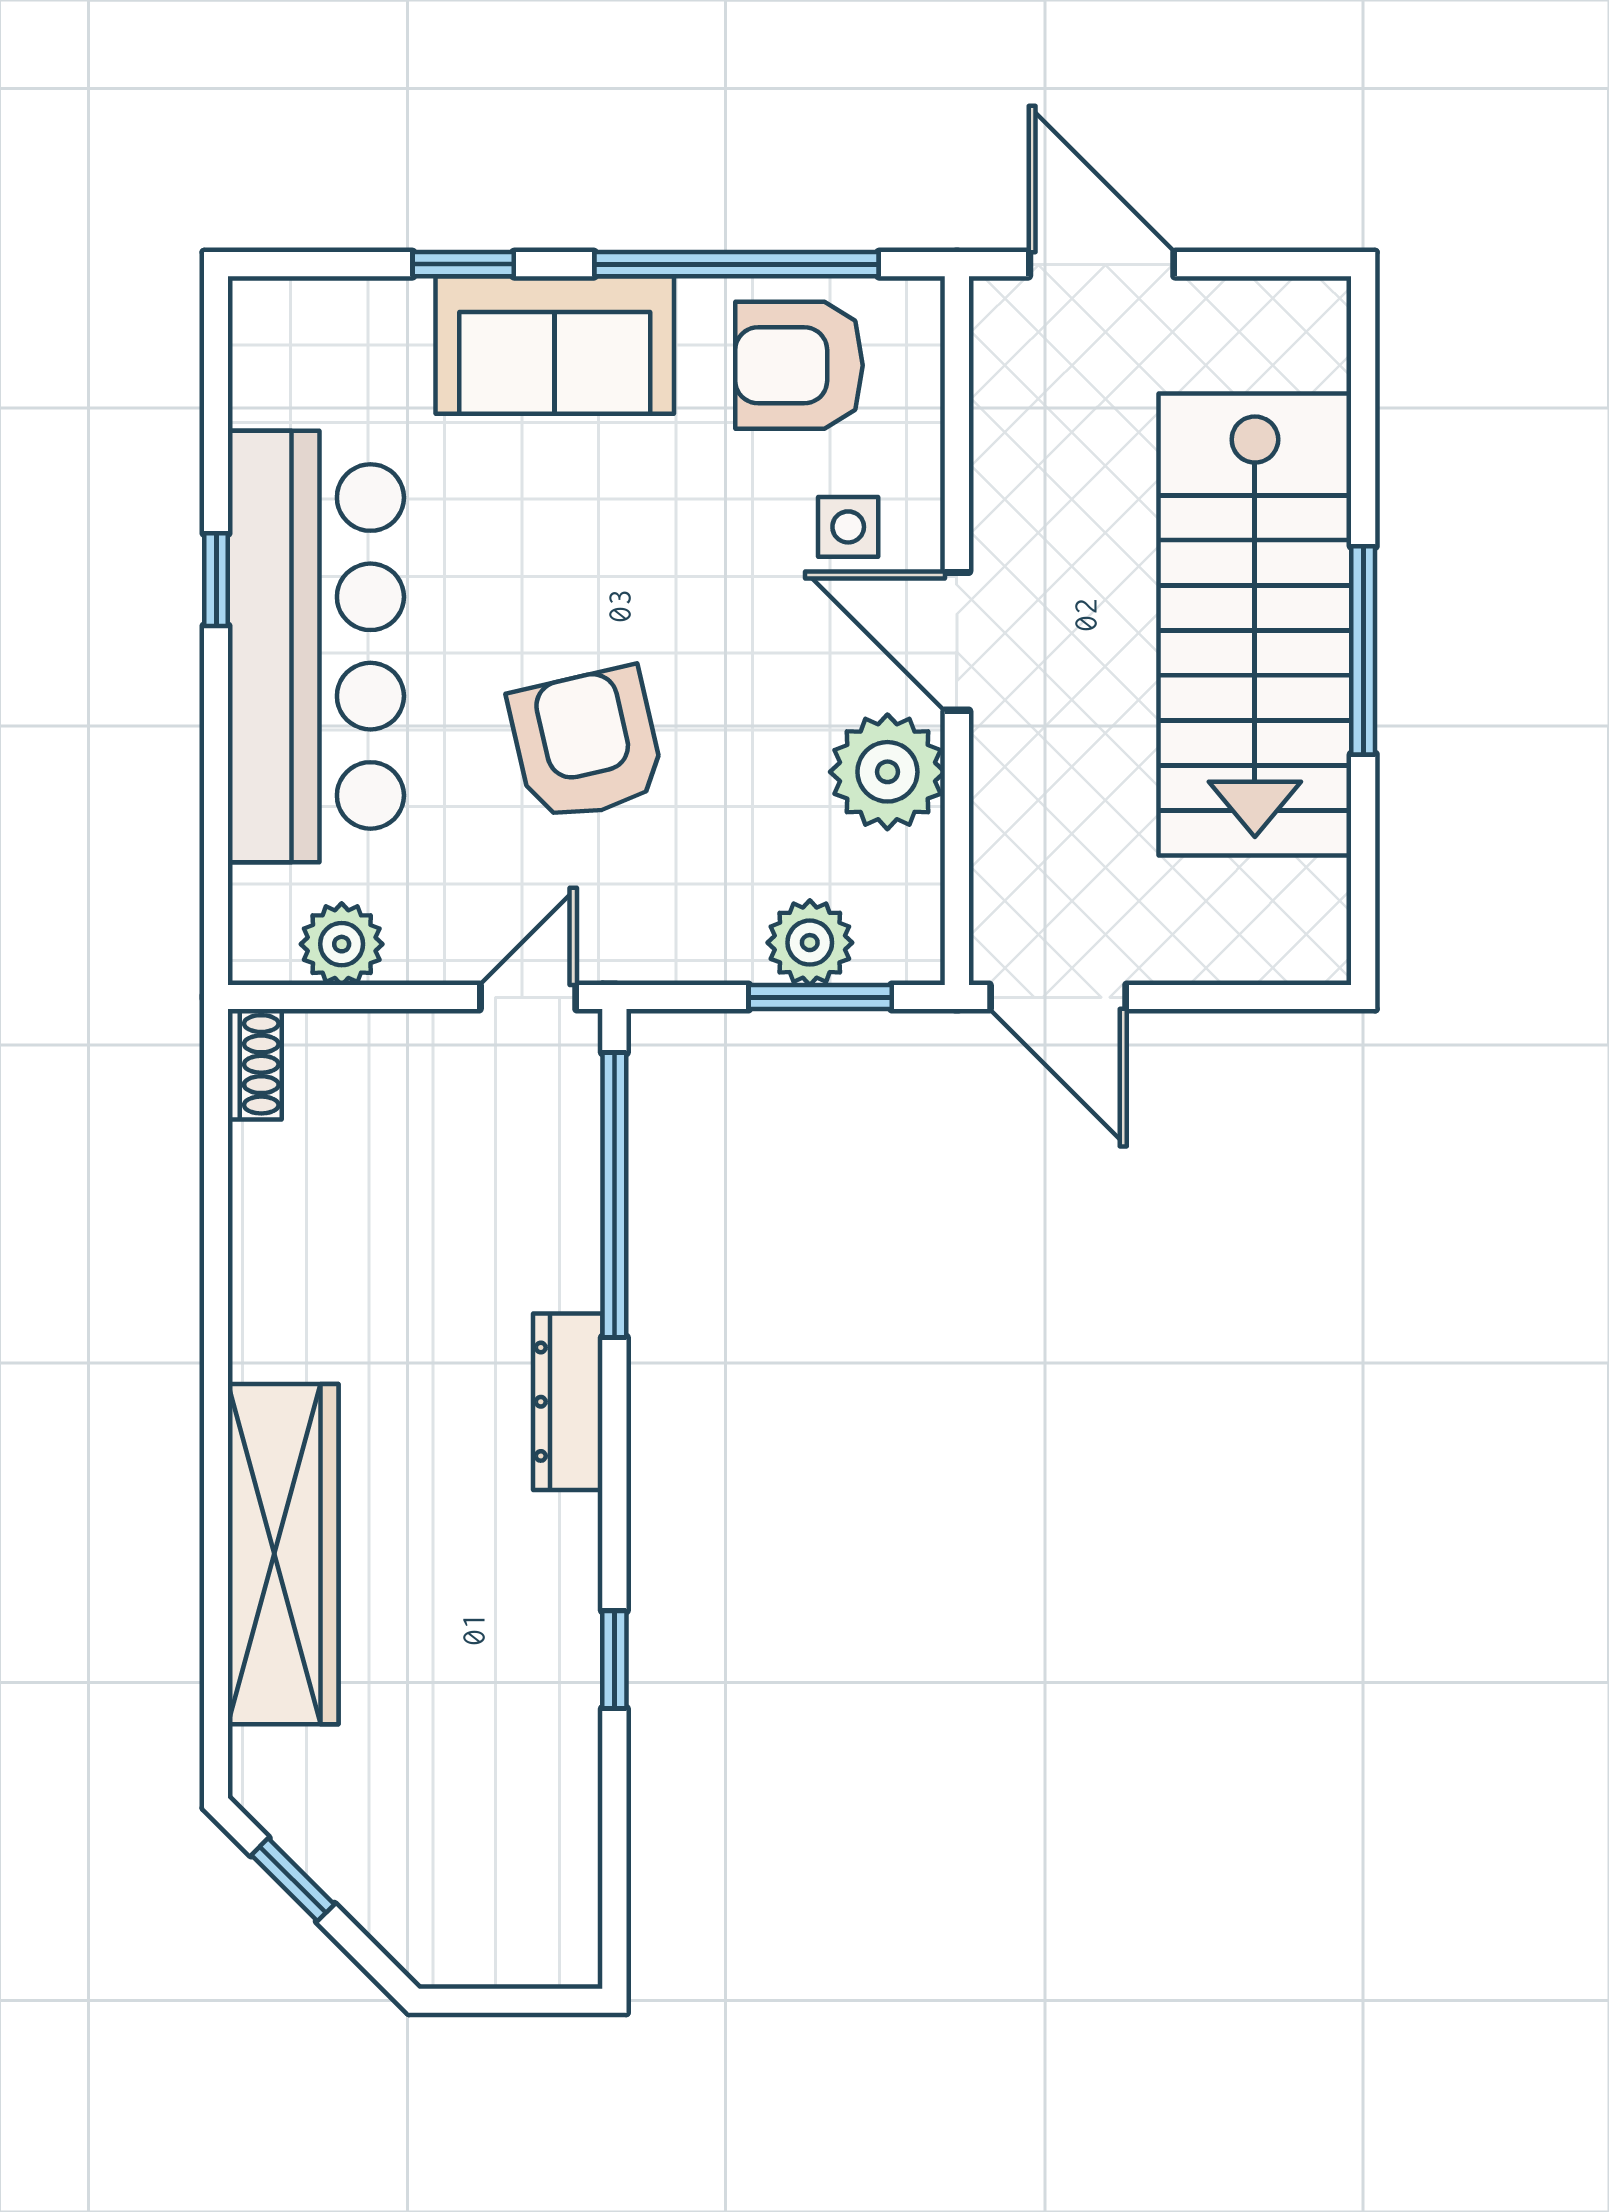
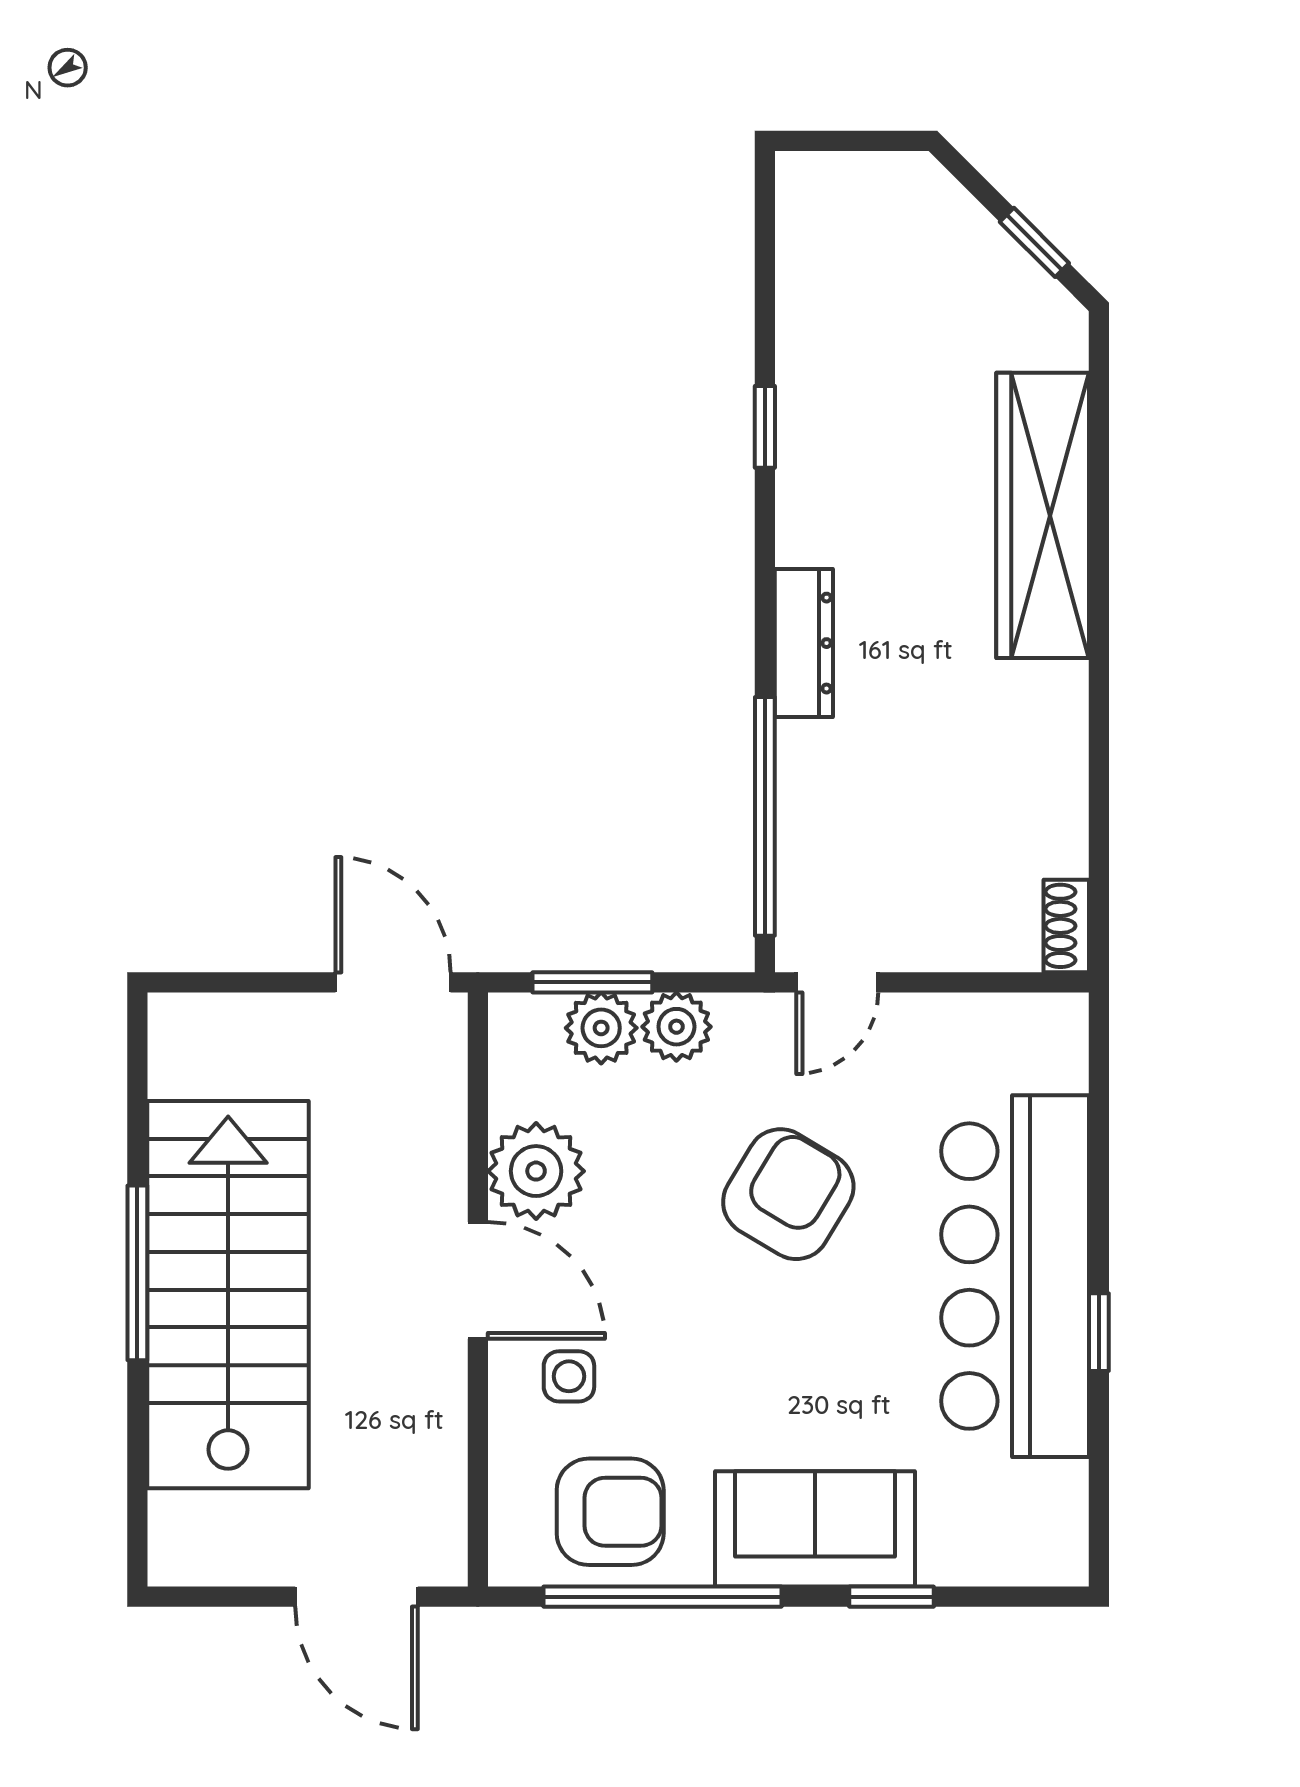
armchair: (586, 744) -> (788, 1194), turned -136
plant: (342, 944) -> (676, 1027), moved

